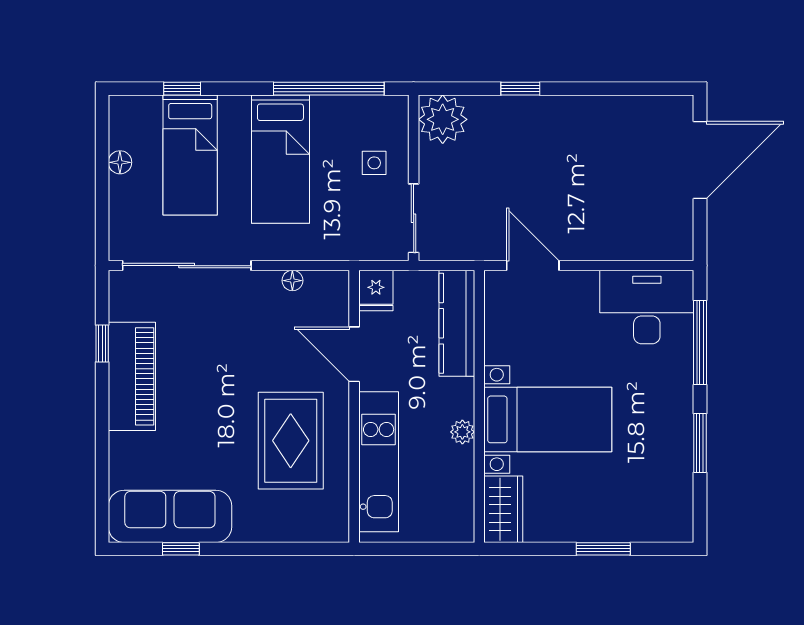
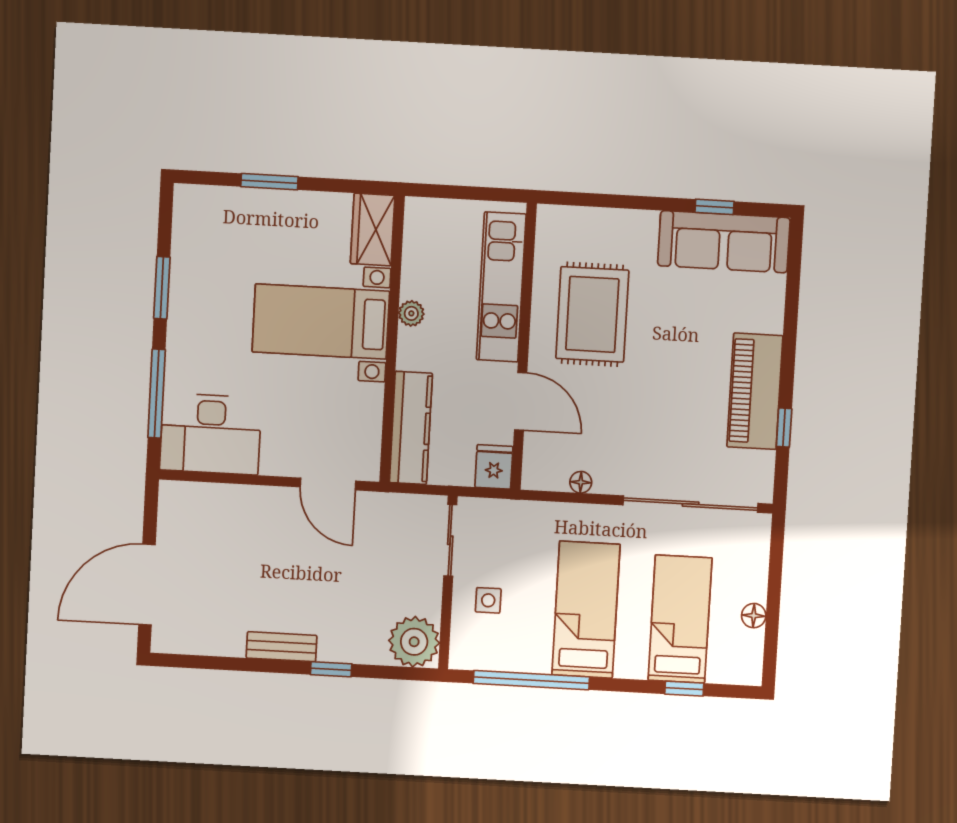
bench: (569, 108) -> (282, 647), added

